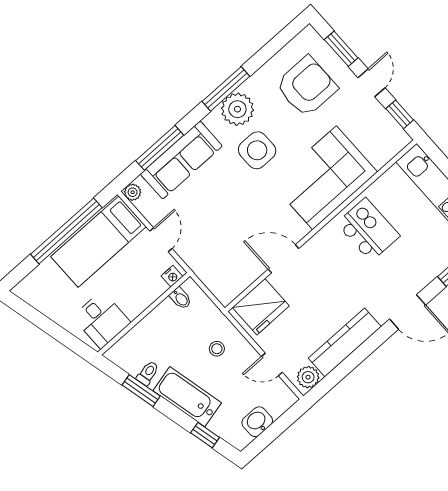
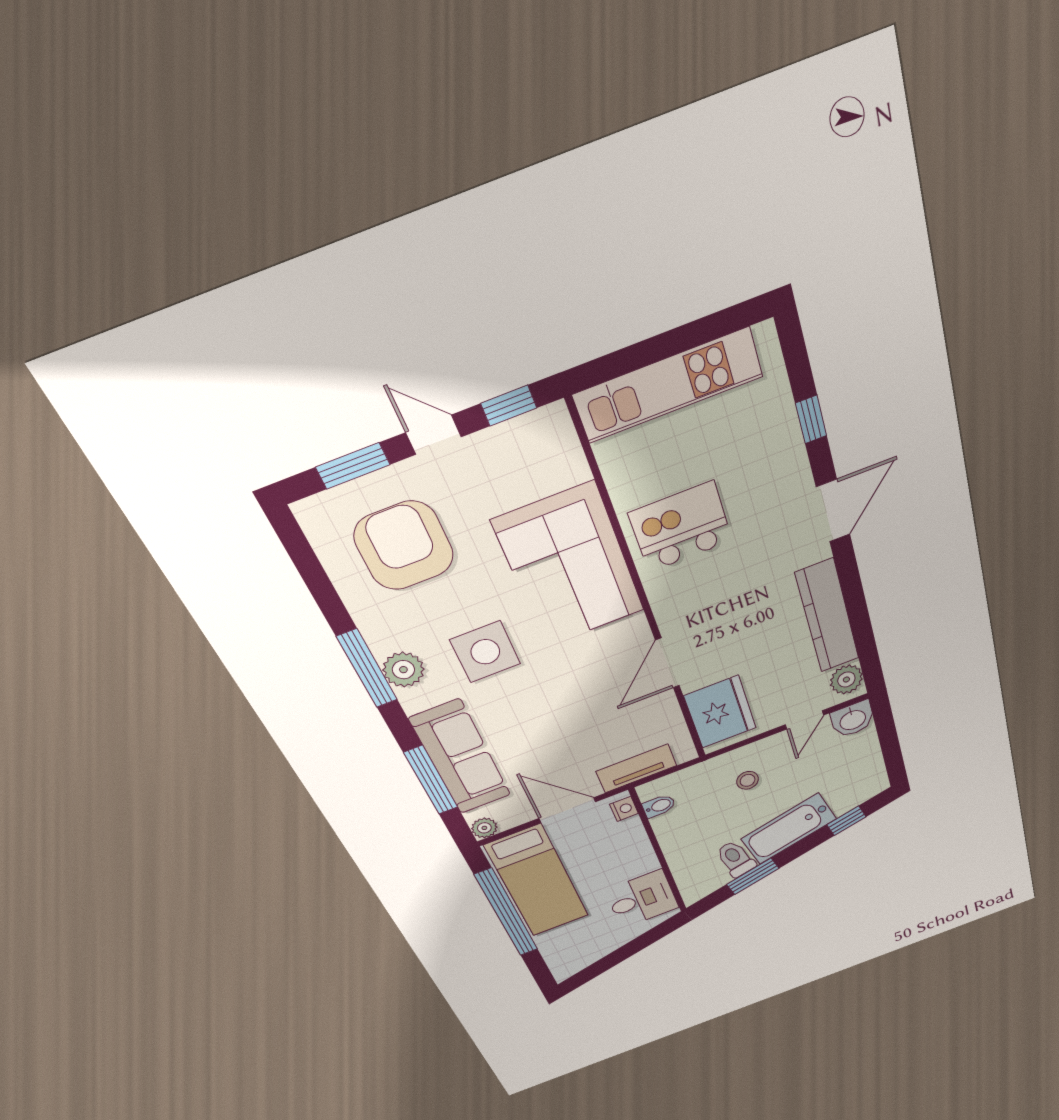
plant: (237, 109) -> (403, 670), width x0.73, depth x0.73
door: (161, 240) -> (567, 810), width x1.37
tv unit: (205, 271) -> (636, 768), added
toilet: (148, 373) -> (736, 859), width x1.37, depth x1.39
washbasin: (257, 422) -> (853, 719), moved, turned -90

